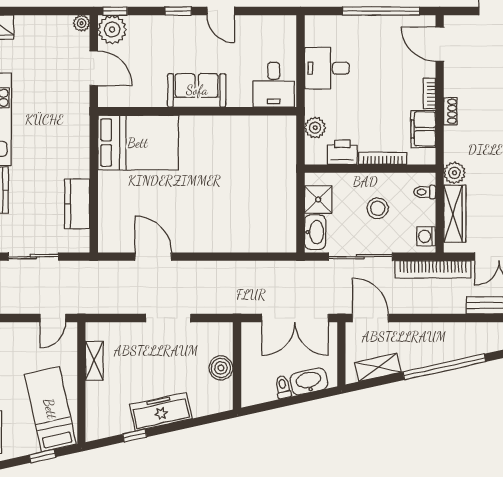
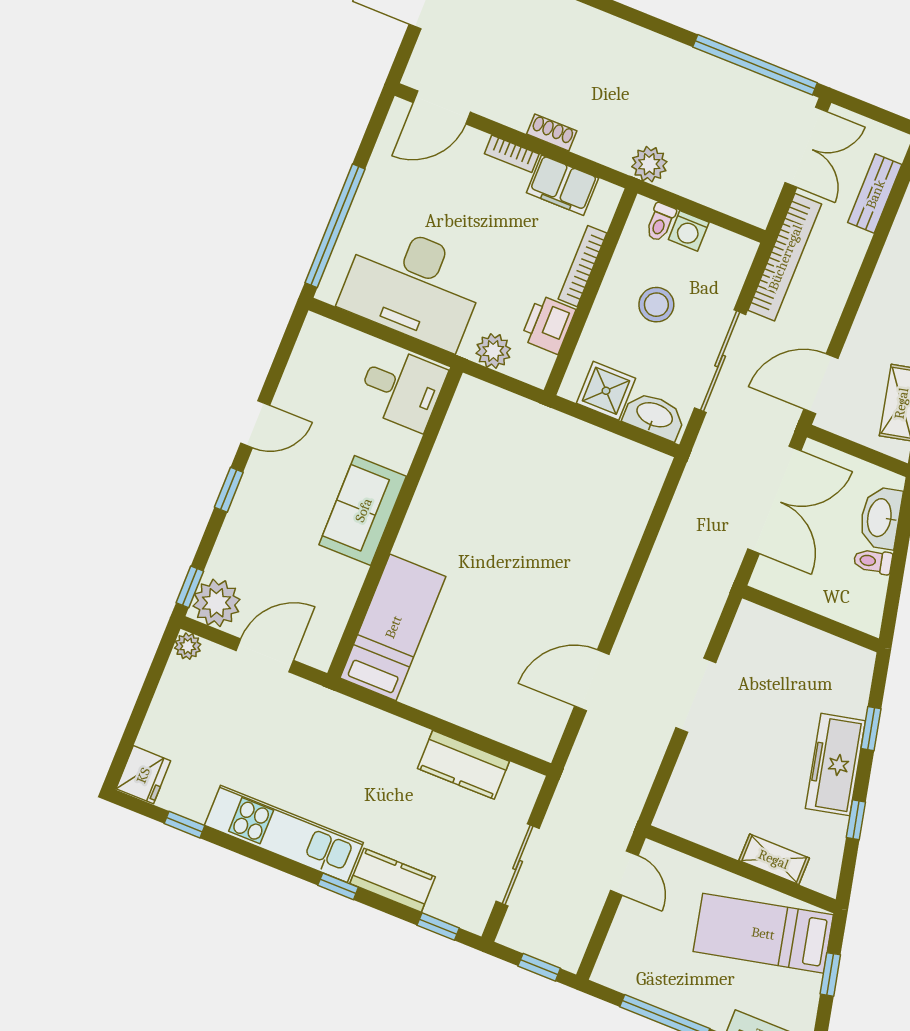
window: (381, 11) -> (335, 226), moved
desk: (327, 68) -> (413, 286), width x1.87, depth x1.30
bed: (138, 143) -> (393, 627), width x0.67
wardrobe: (455, 214) -> (713, 189), removed
washing machine: (426, 236) -> (689, 231), moved
shelving: (94, 361) -> (774, 859), moved
boiler: (221, 368) -> (805, 645), removed
window: (189, 423) -> (871, 729), added

